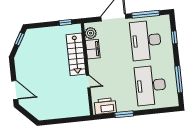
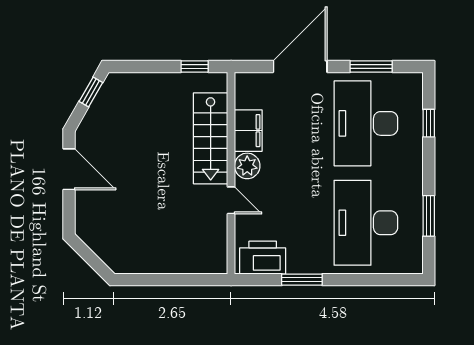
window: (146, 14) -> (371, 66), width x0.69
plant: (91, 33) -> (247, 166), moved
window: (179, 79) -> (429, 216), width x0.69
door: (15, 90) -> (69, 169), moved

